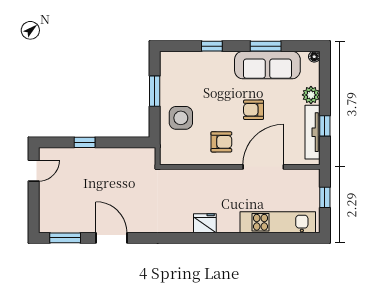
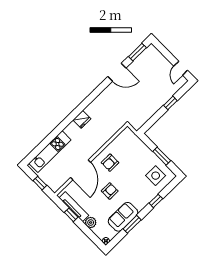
sofa: (267, 65) -> (123, 217), width x0.73
side table: (181, 118) -> (156, 176), moved

